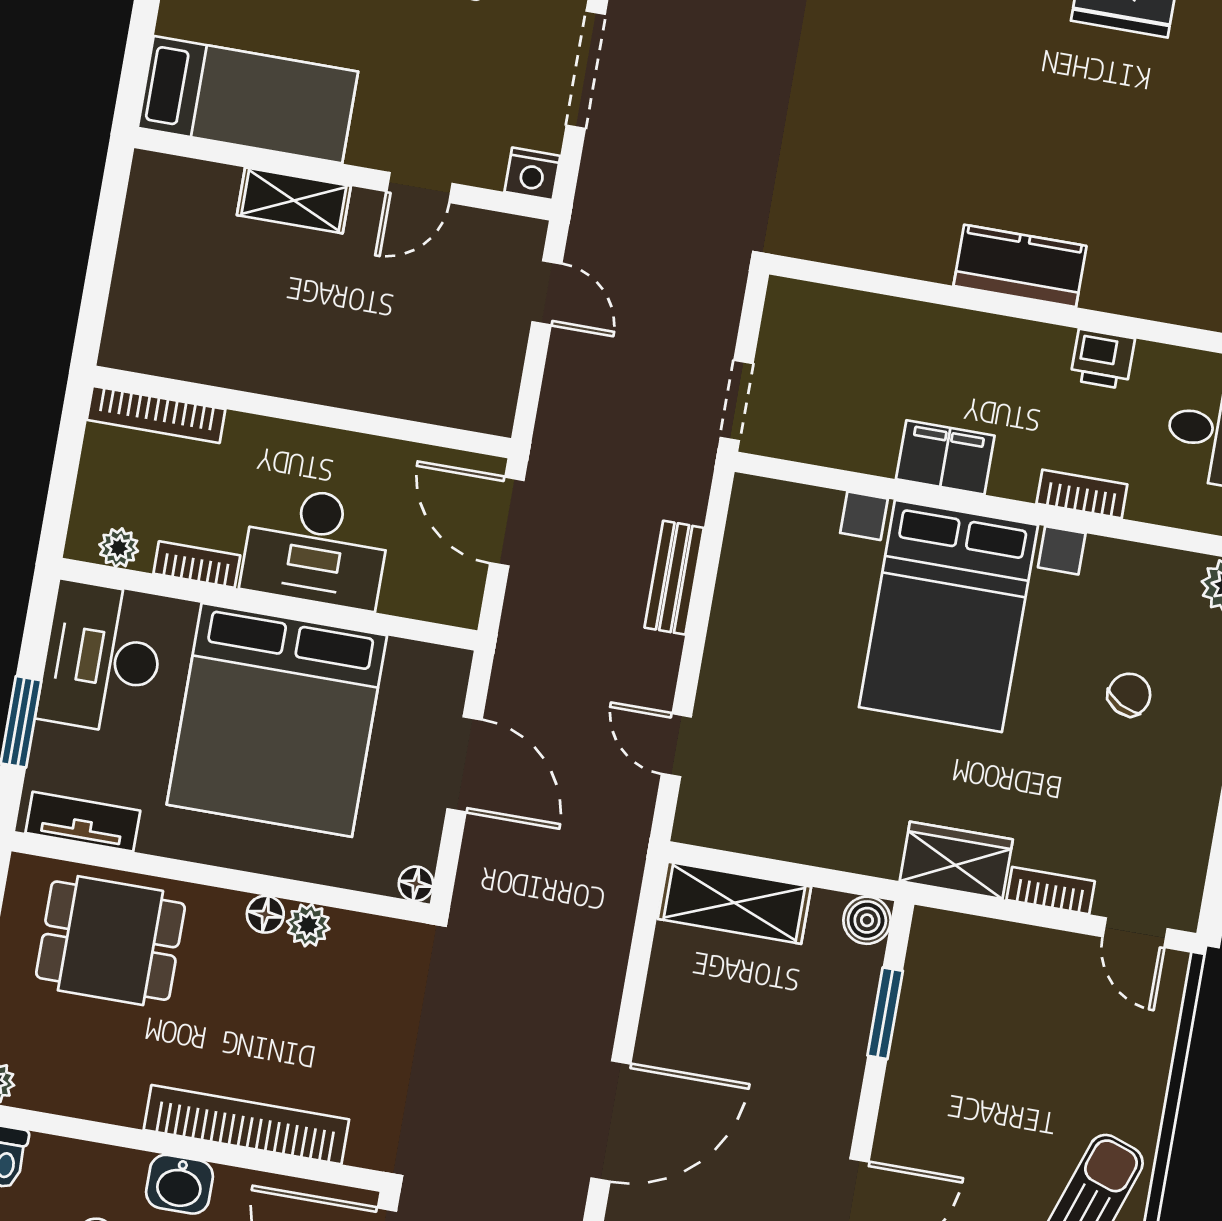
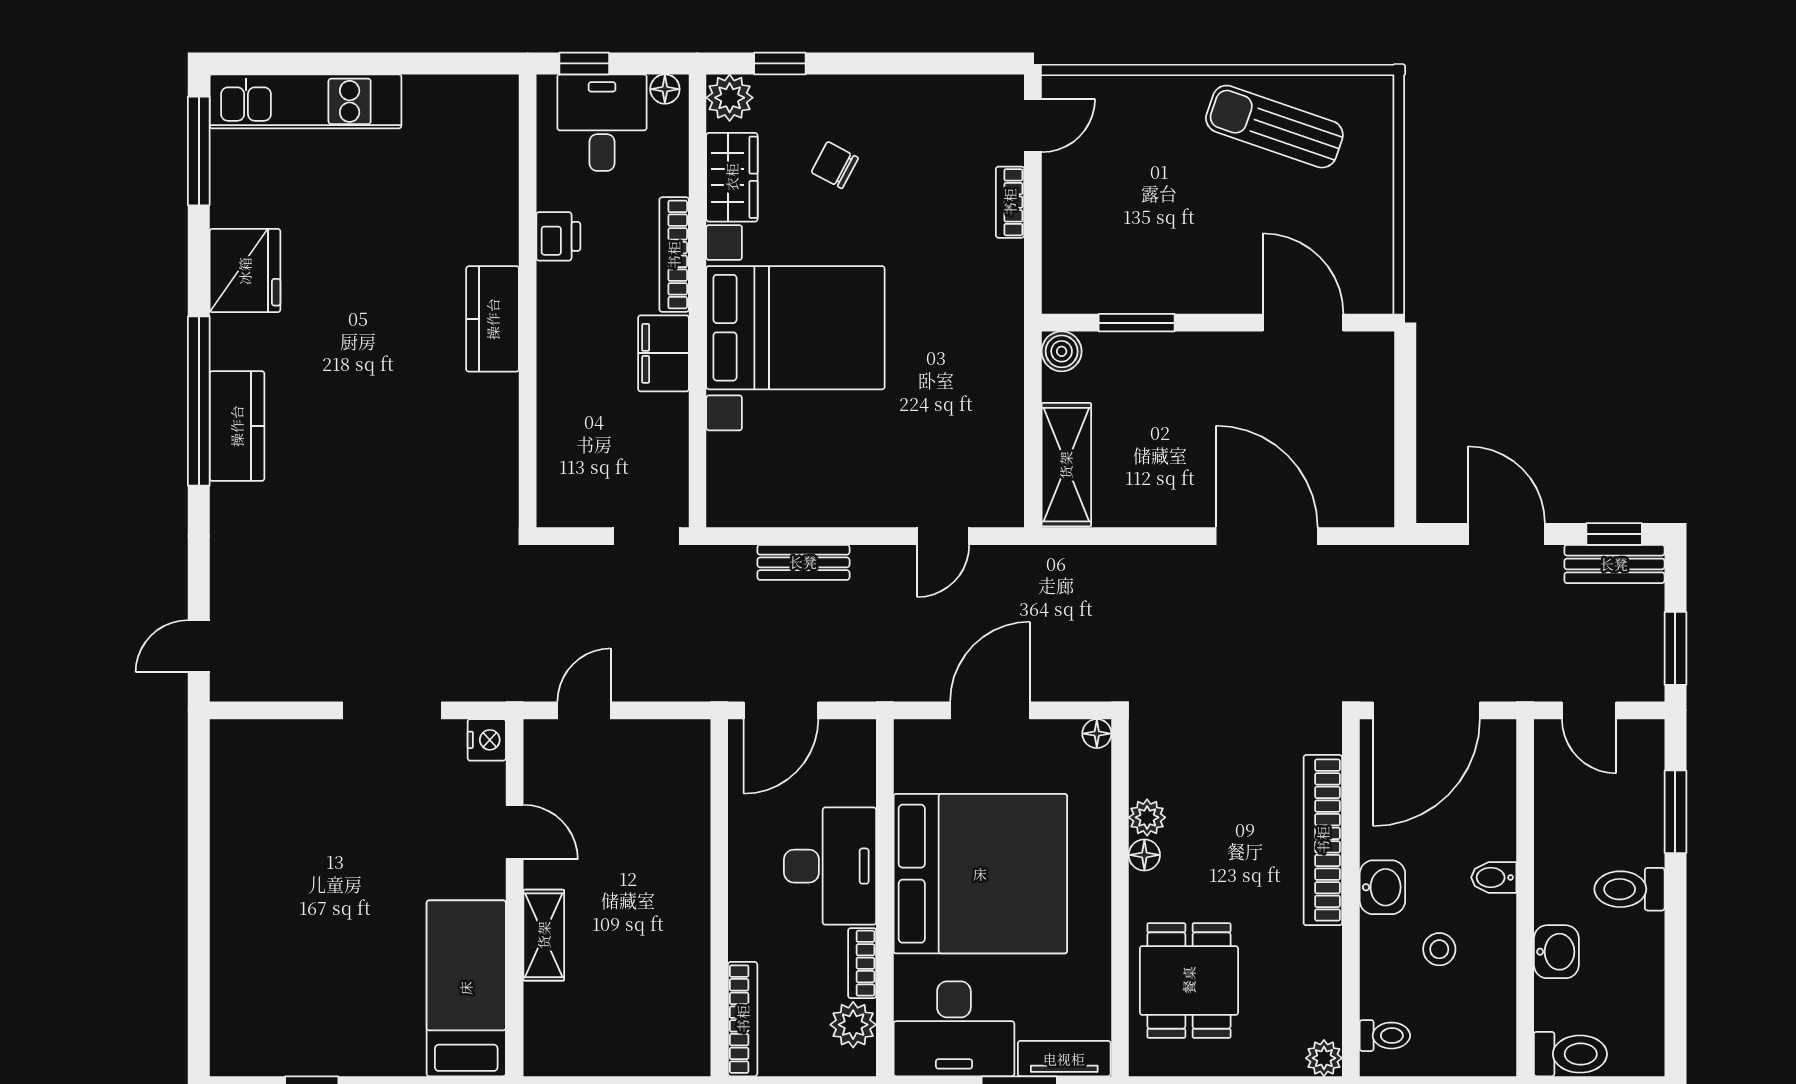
bookcase: (1082, 494) -> (674, 255), width x1.56
plant: (119, 548) -> (853, 1025), width x1.38, depth x1.38
tv unit: (83, 822) -> (1064, 1059), moved, turned 90
wardrobe: (956, 860) -> (732, 177), moved, turned 180

